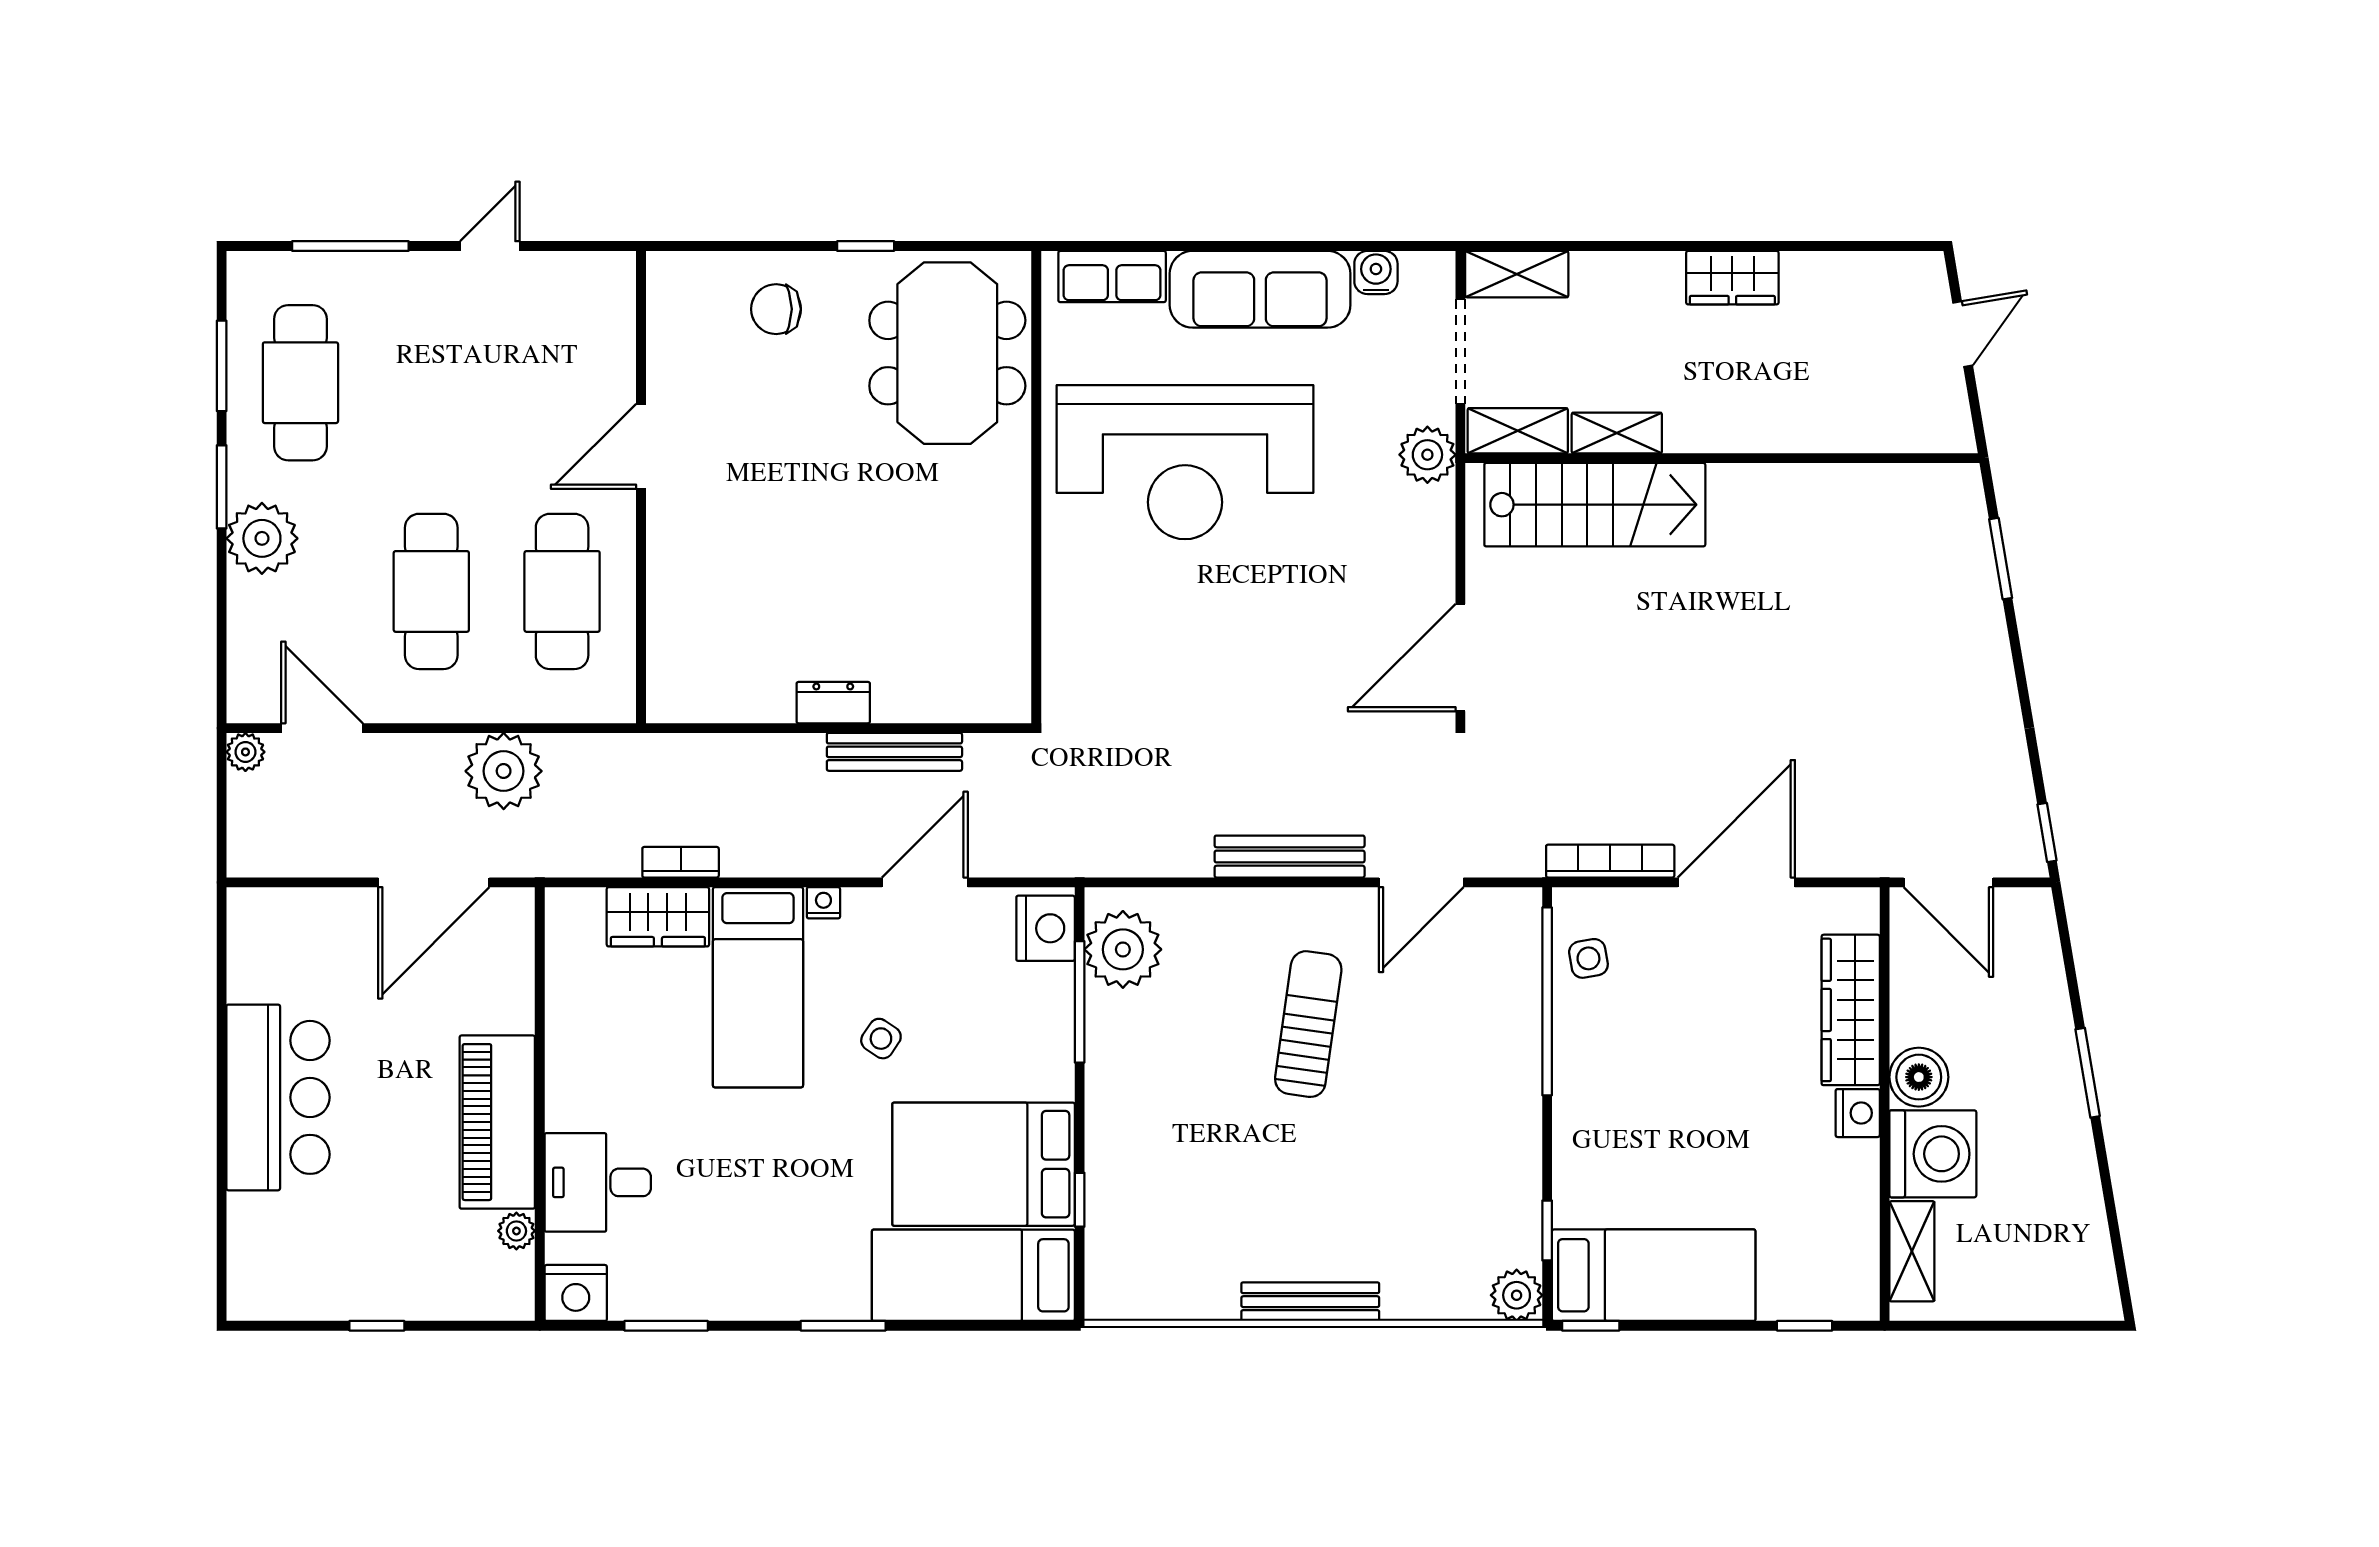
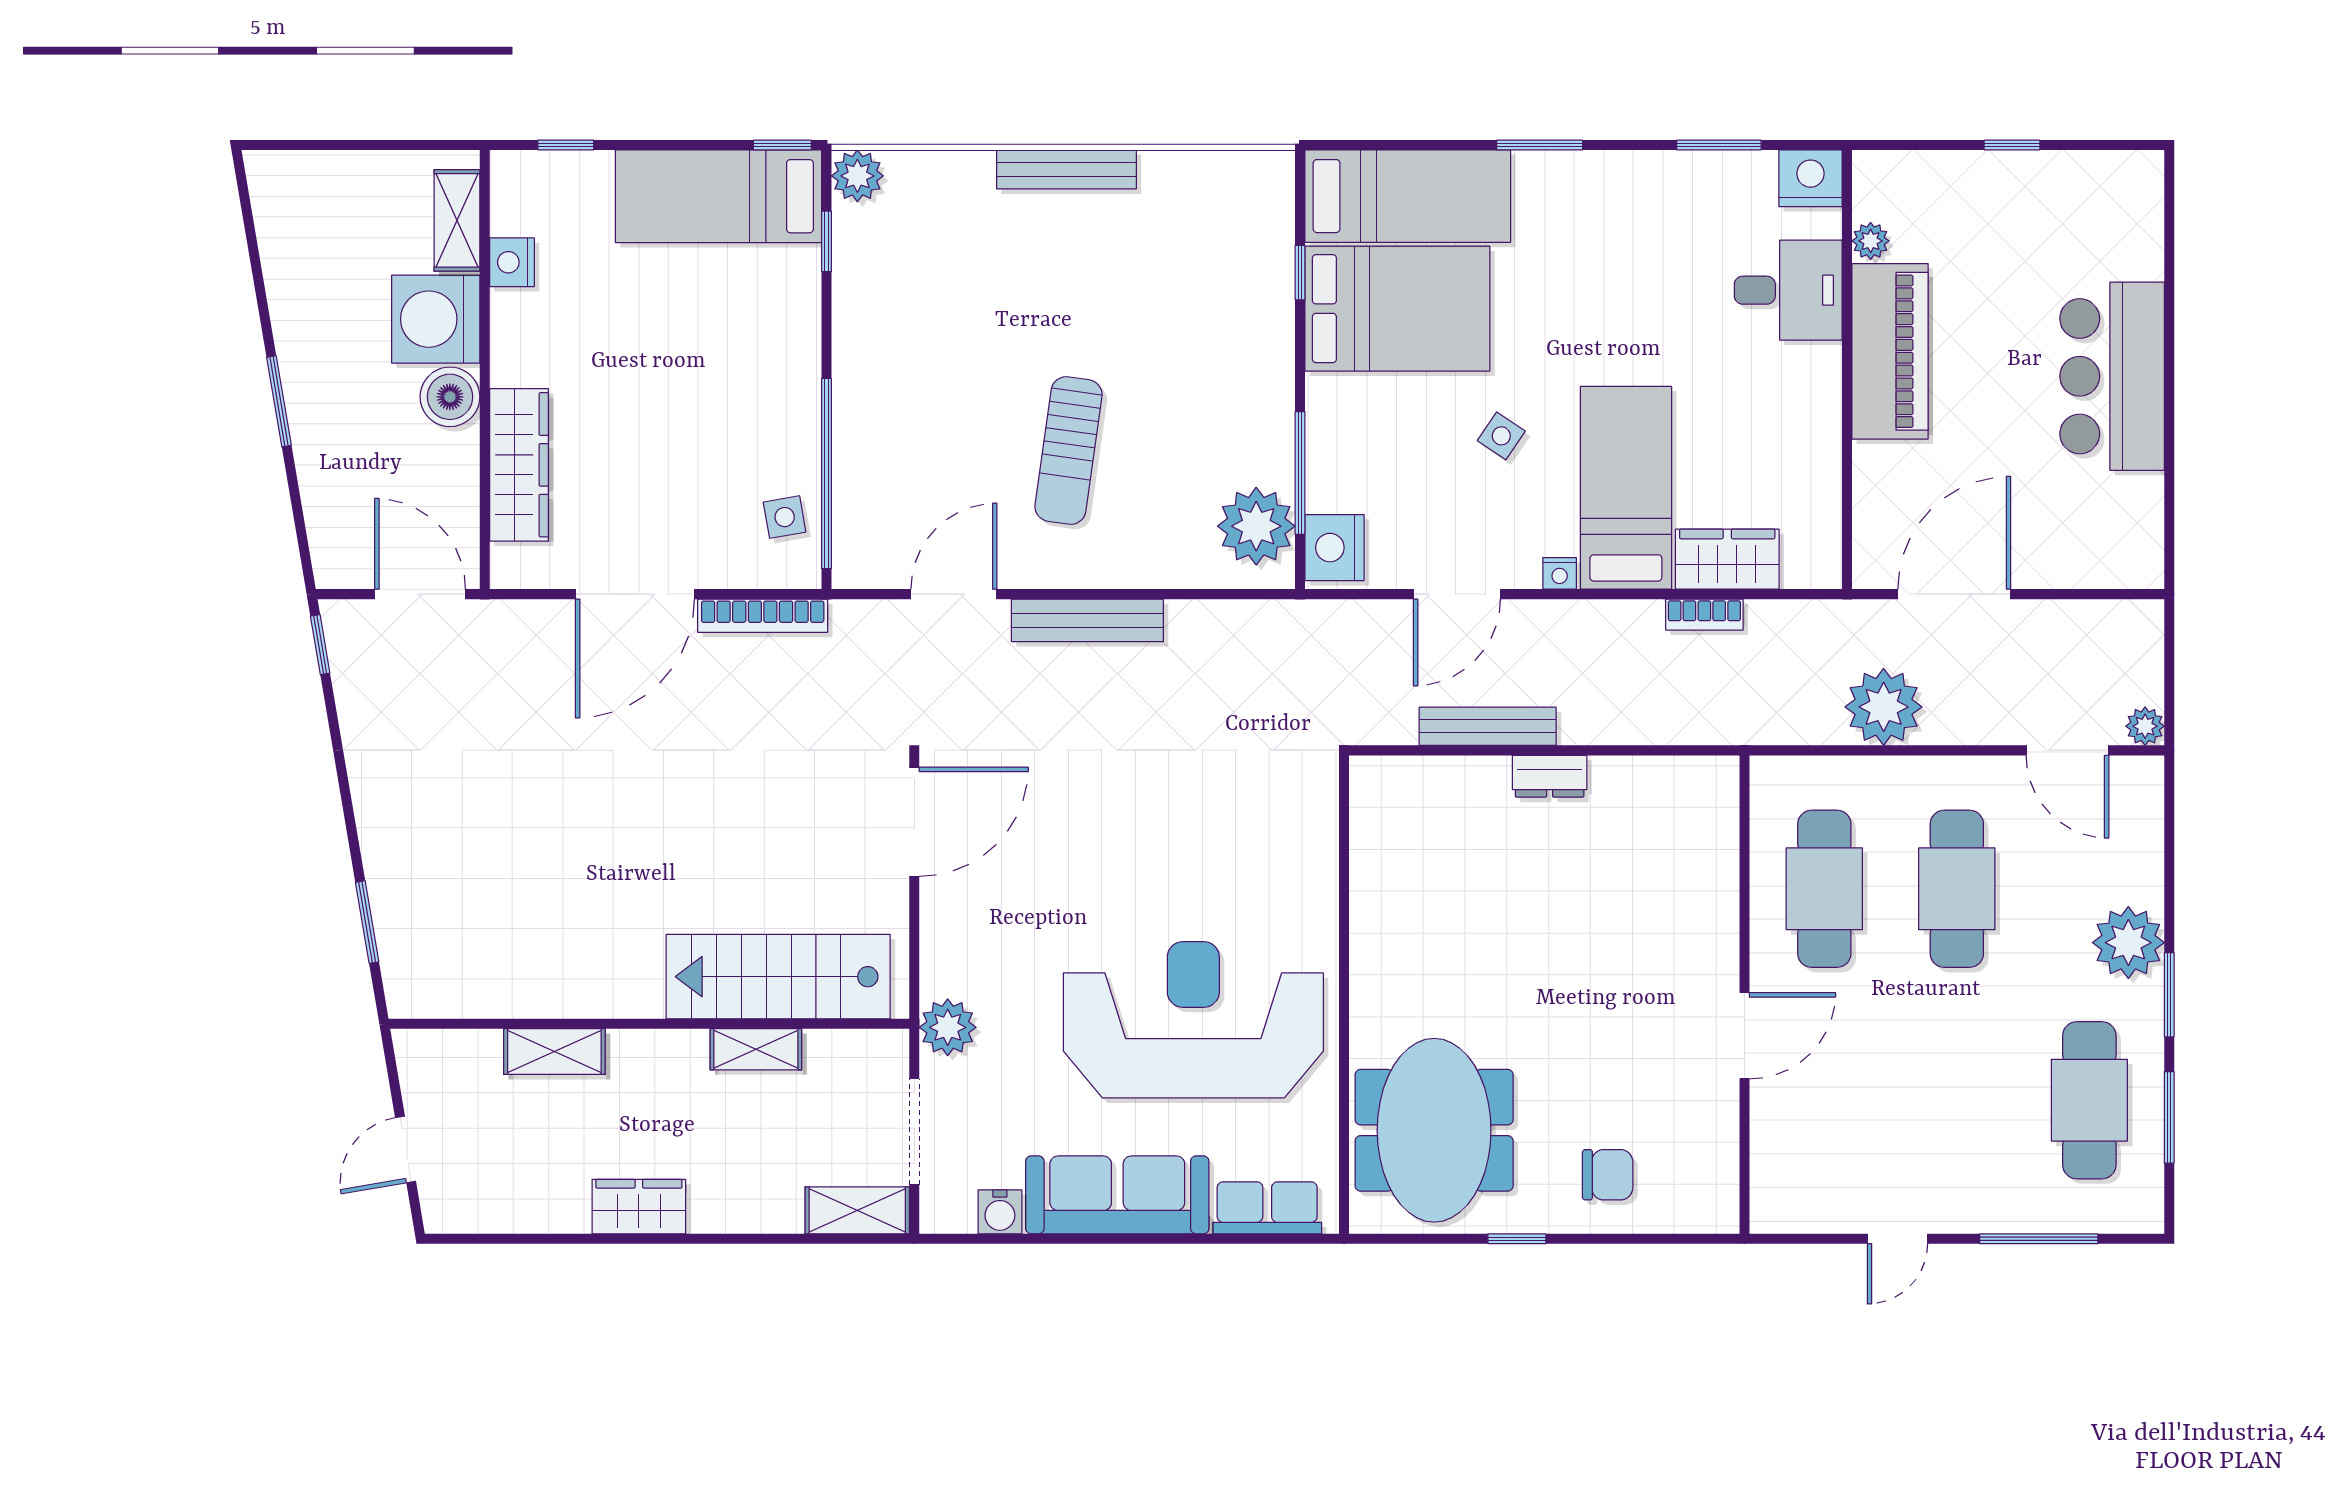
shelving: (1518, 431) -> (554, 1052), moved
nightstand: (1858, 1113) -> (512, 262), moved

